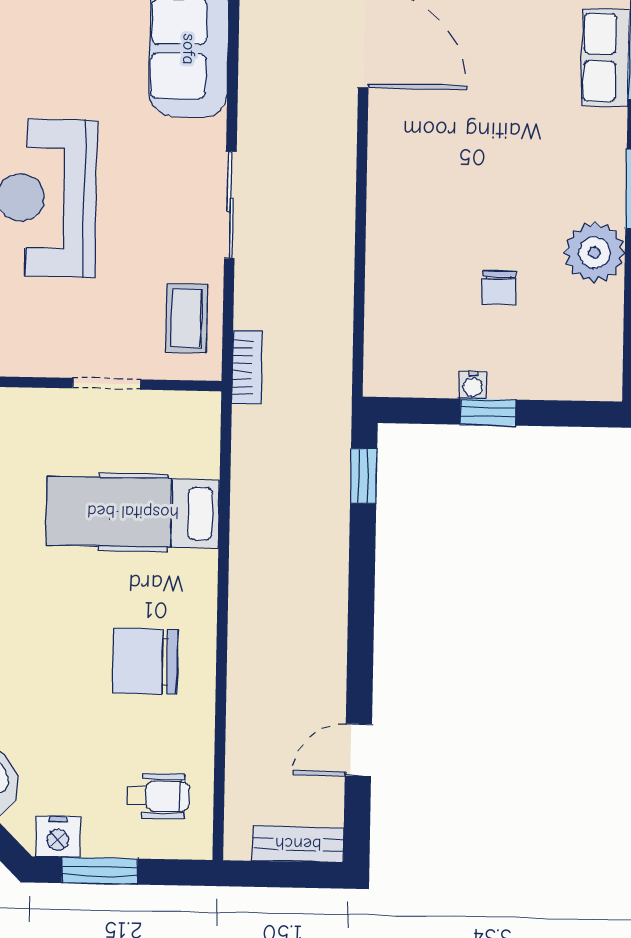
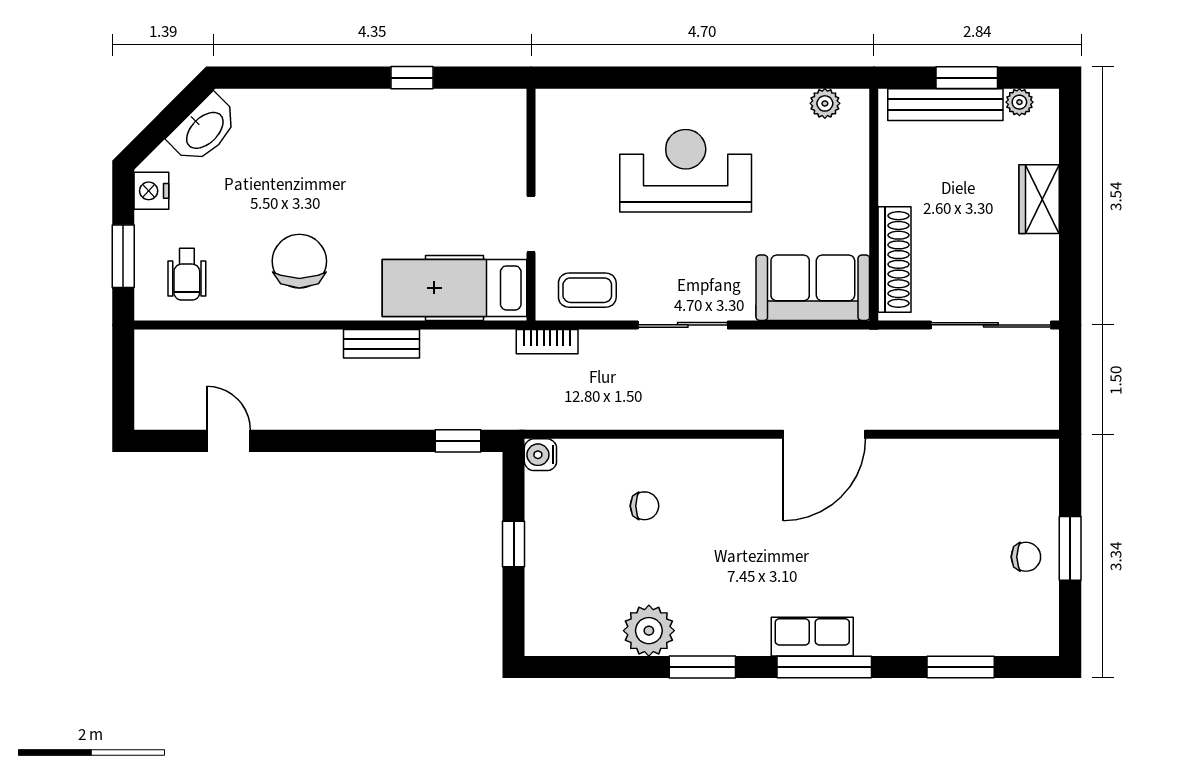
chair: (499, 288) -> (644, 506), moved, turned 180
water cooler: (473, 385) -> (540, 455), moved, width x1.38, depth x1.38
hospital bed: (133, 512) -> (455, 288), moved, turned -90
bench: (298, 844) -> (382, 344), moved, turned 90
window: (100, 871) -> (123, 256), moved

